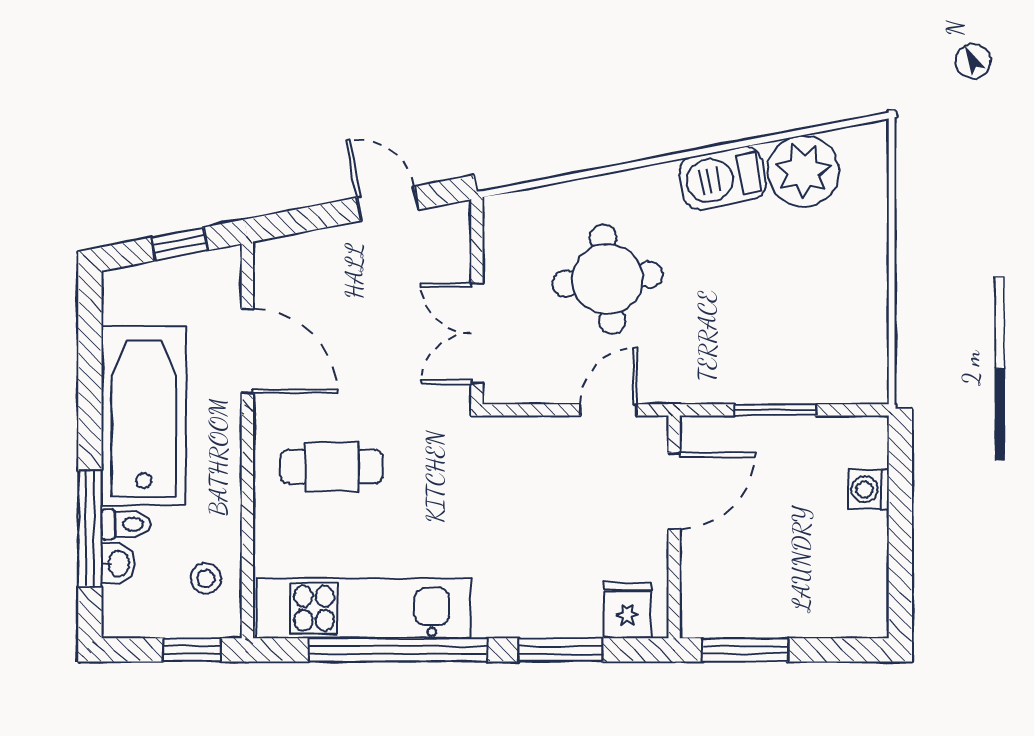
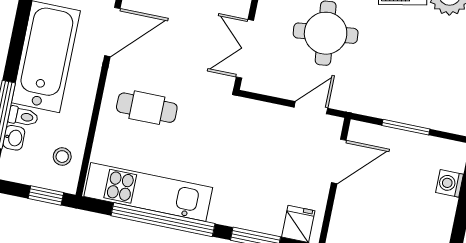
door: (247, 351) -> (112, 32), hinge flipped

